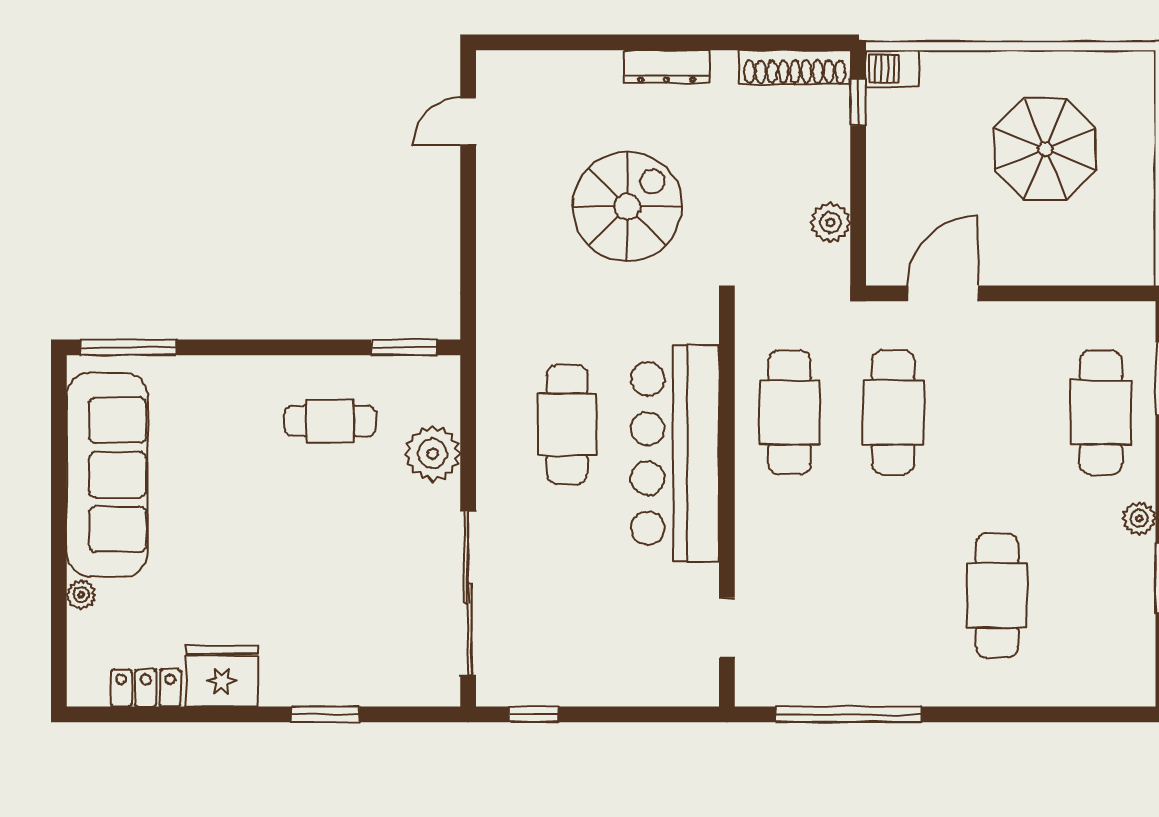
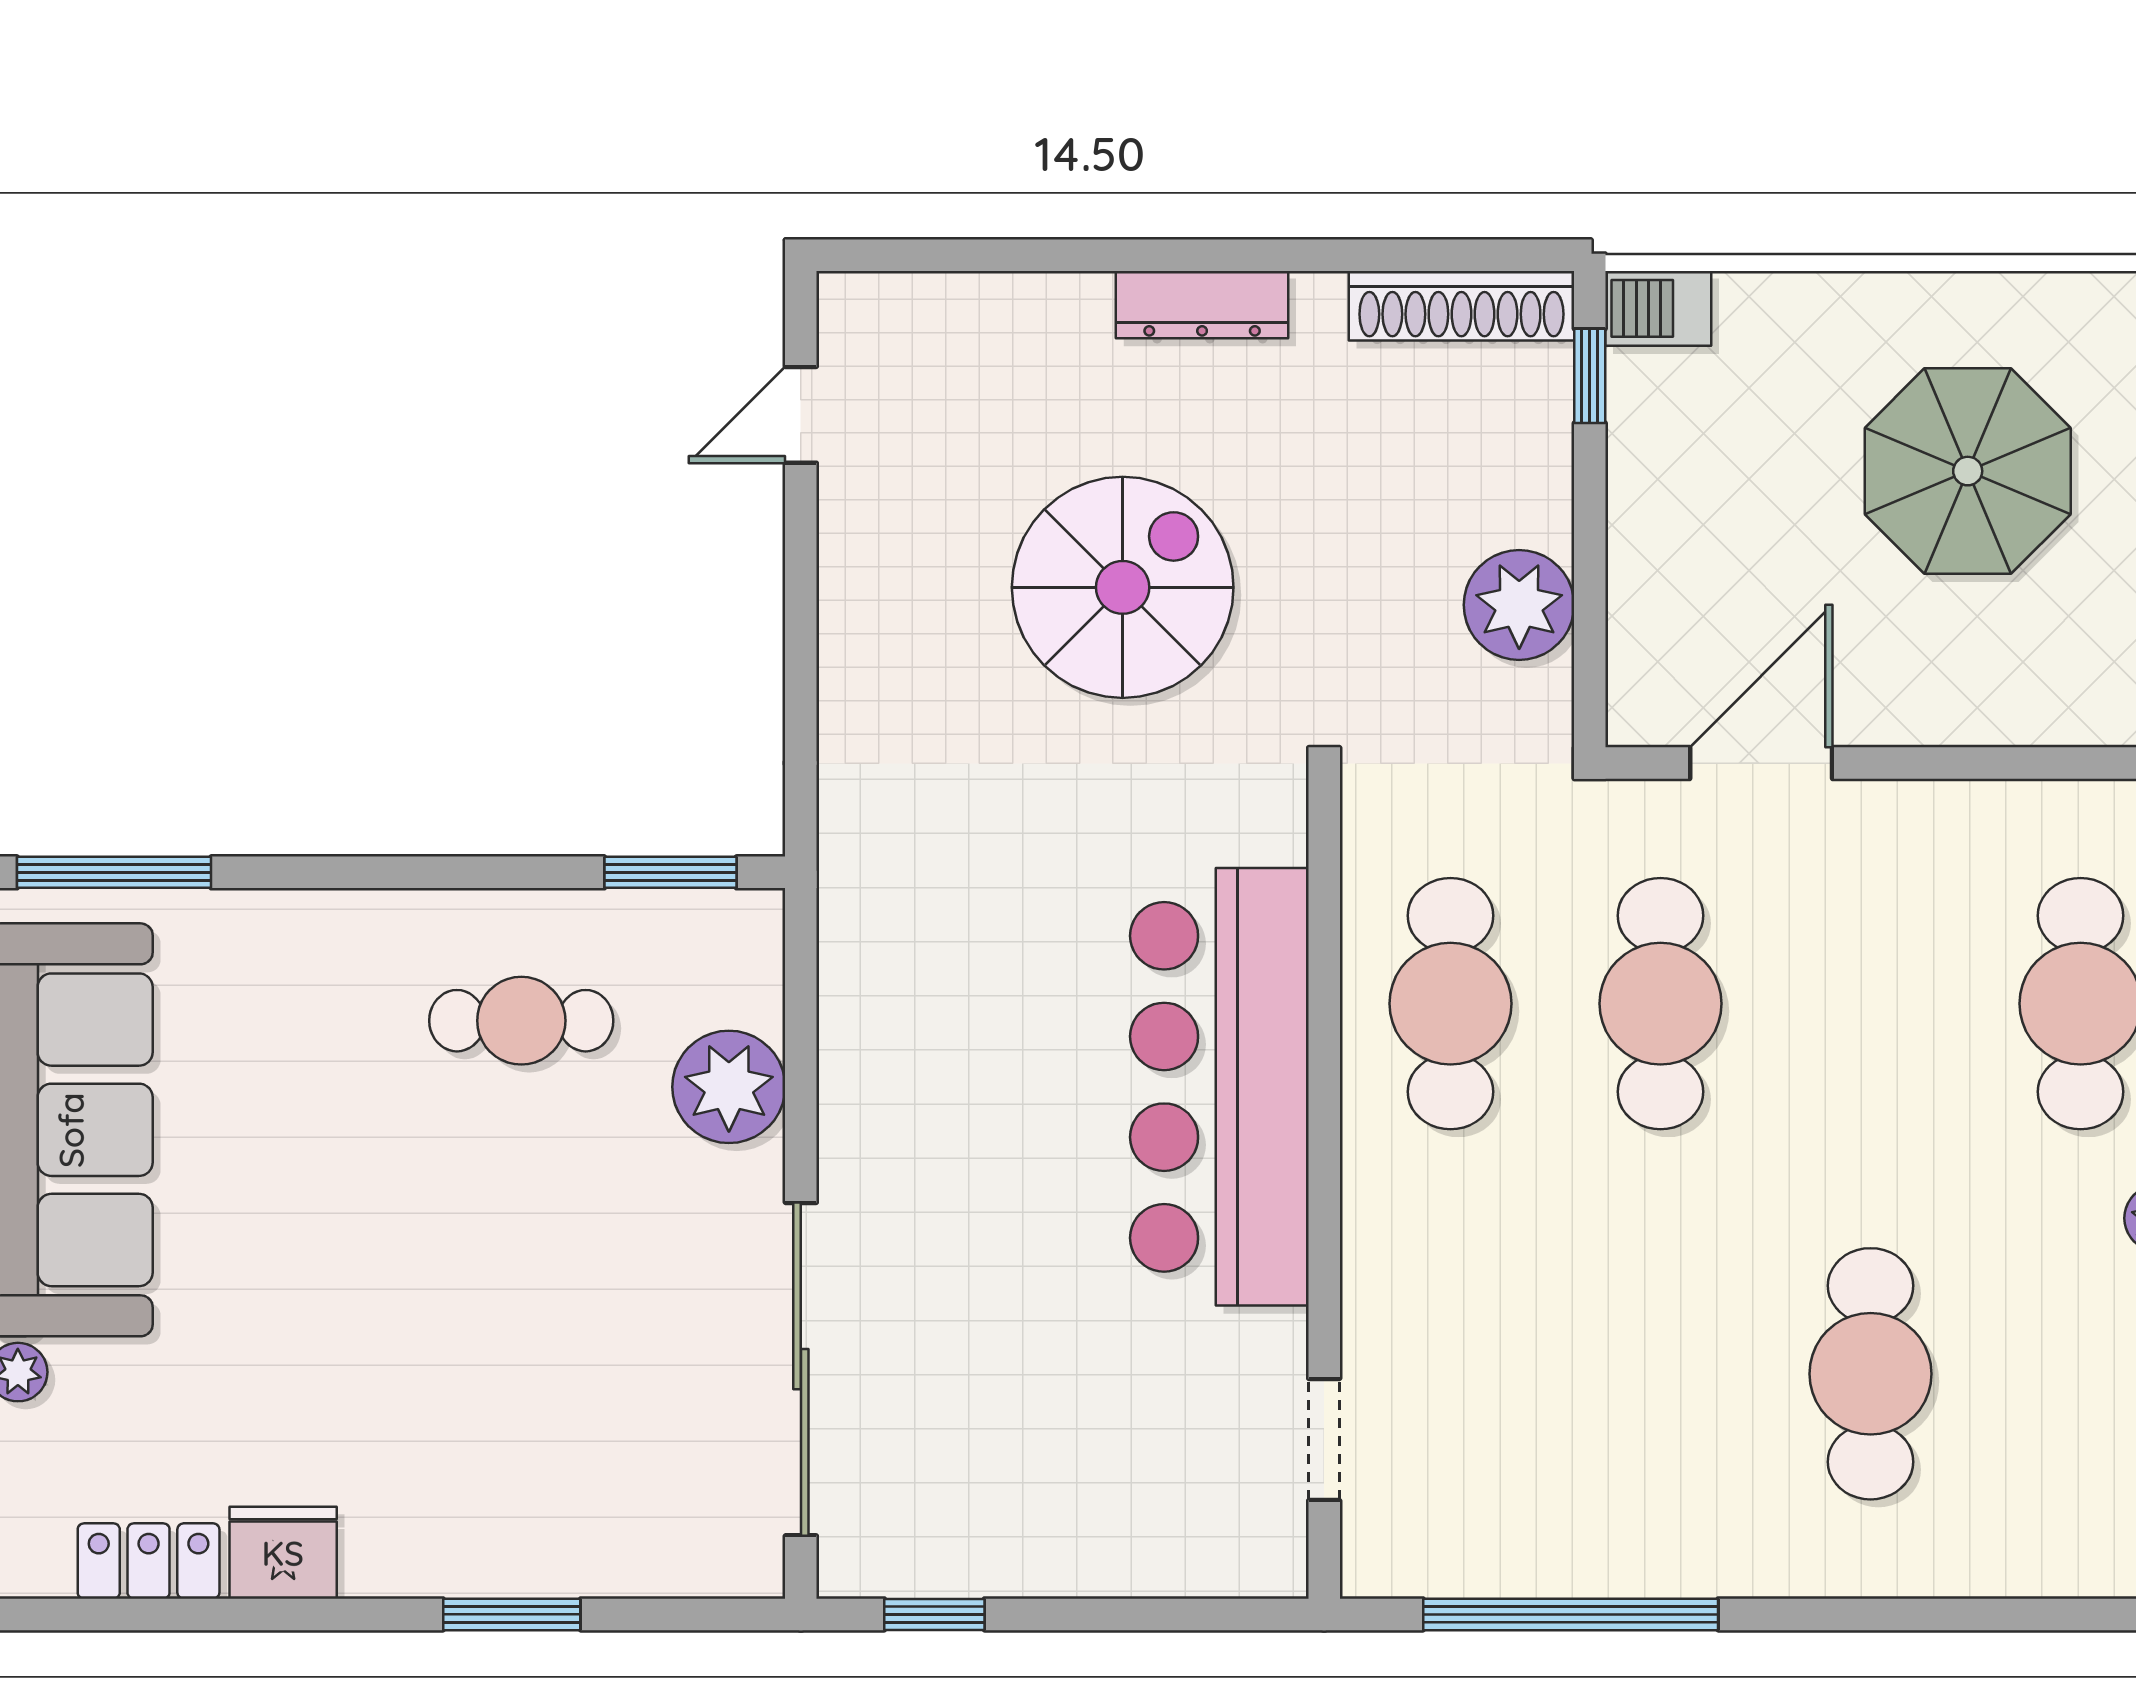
plant: (831, 222) -> (1519, 605), width x1.36, depth x1.36
cafe table: (567, 425) -> (1001, 1028), removed
fridge: (222, 676) -> (283, 1553), width x0.73, depth x0.75

